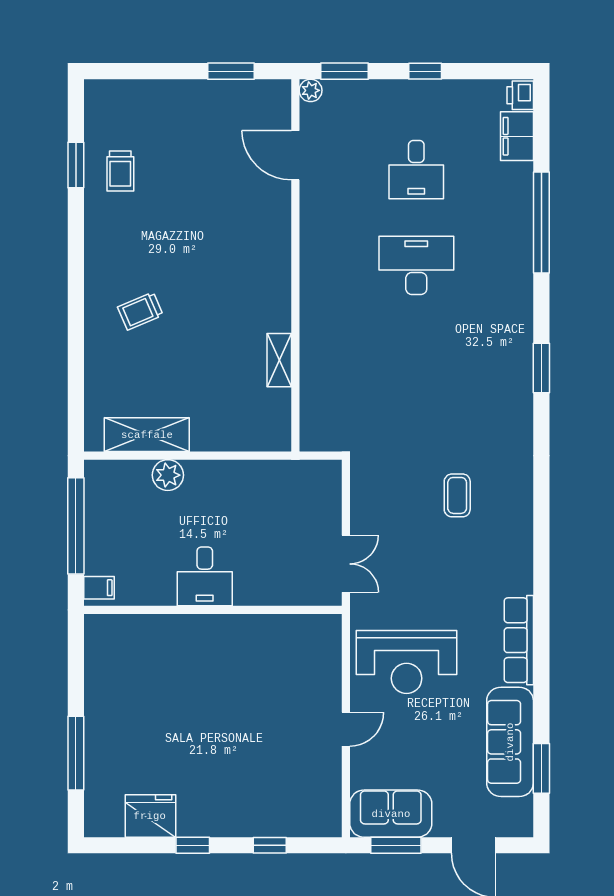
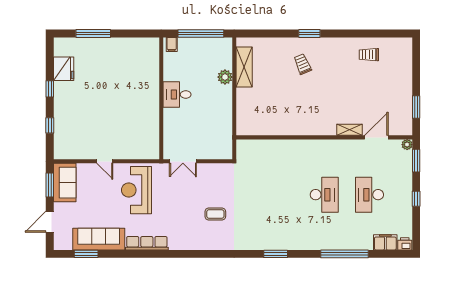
window: (76, 165) -> (309, 34), moved
desk: (416, 170) -> (370, 195), width x1.37
shelving: (279, 360) -> (349, 130), moved

